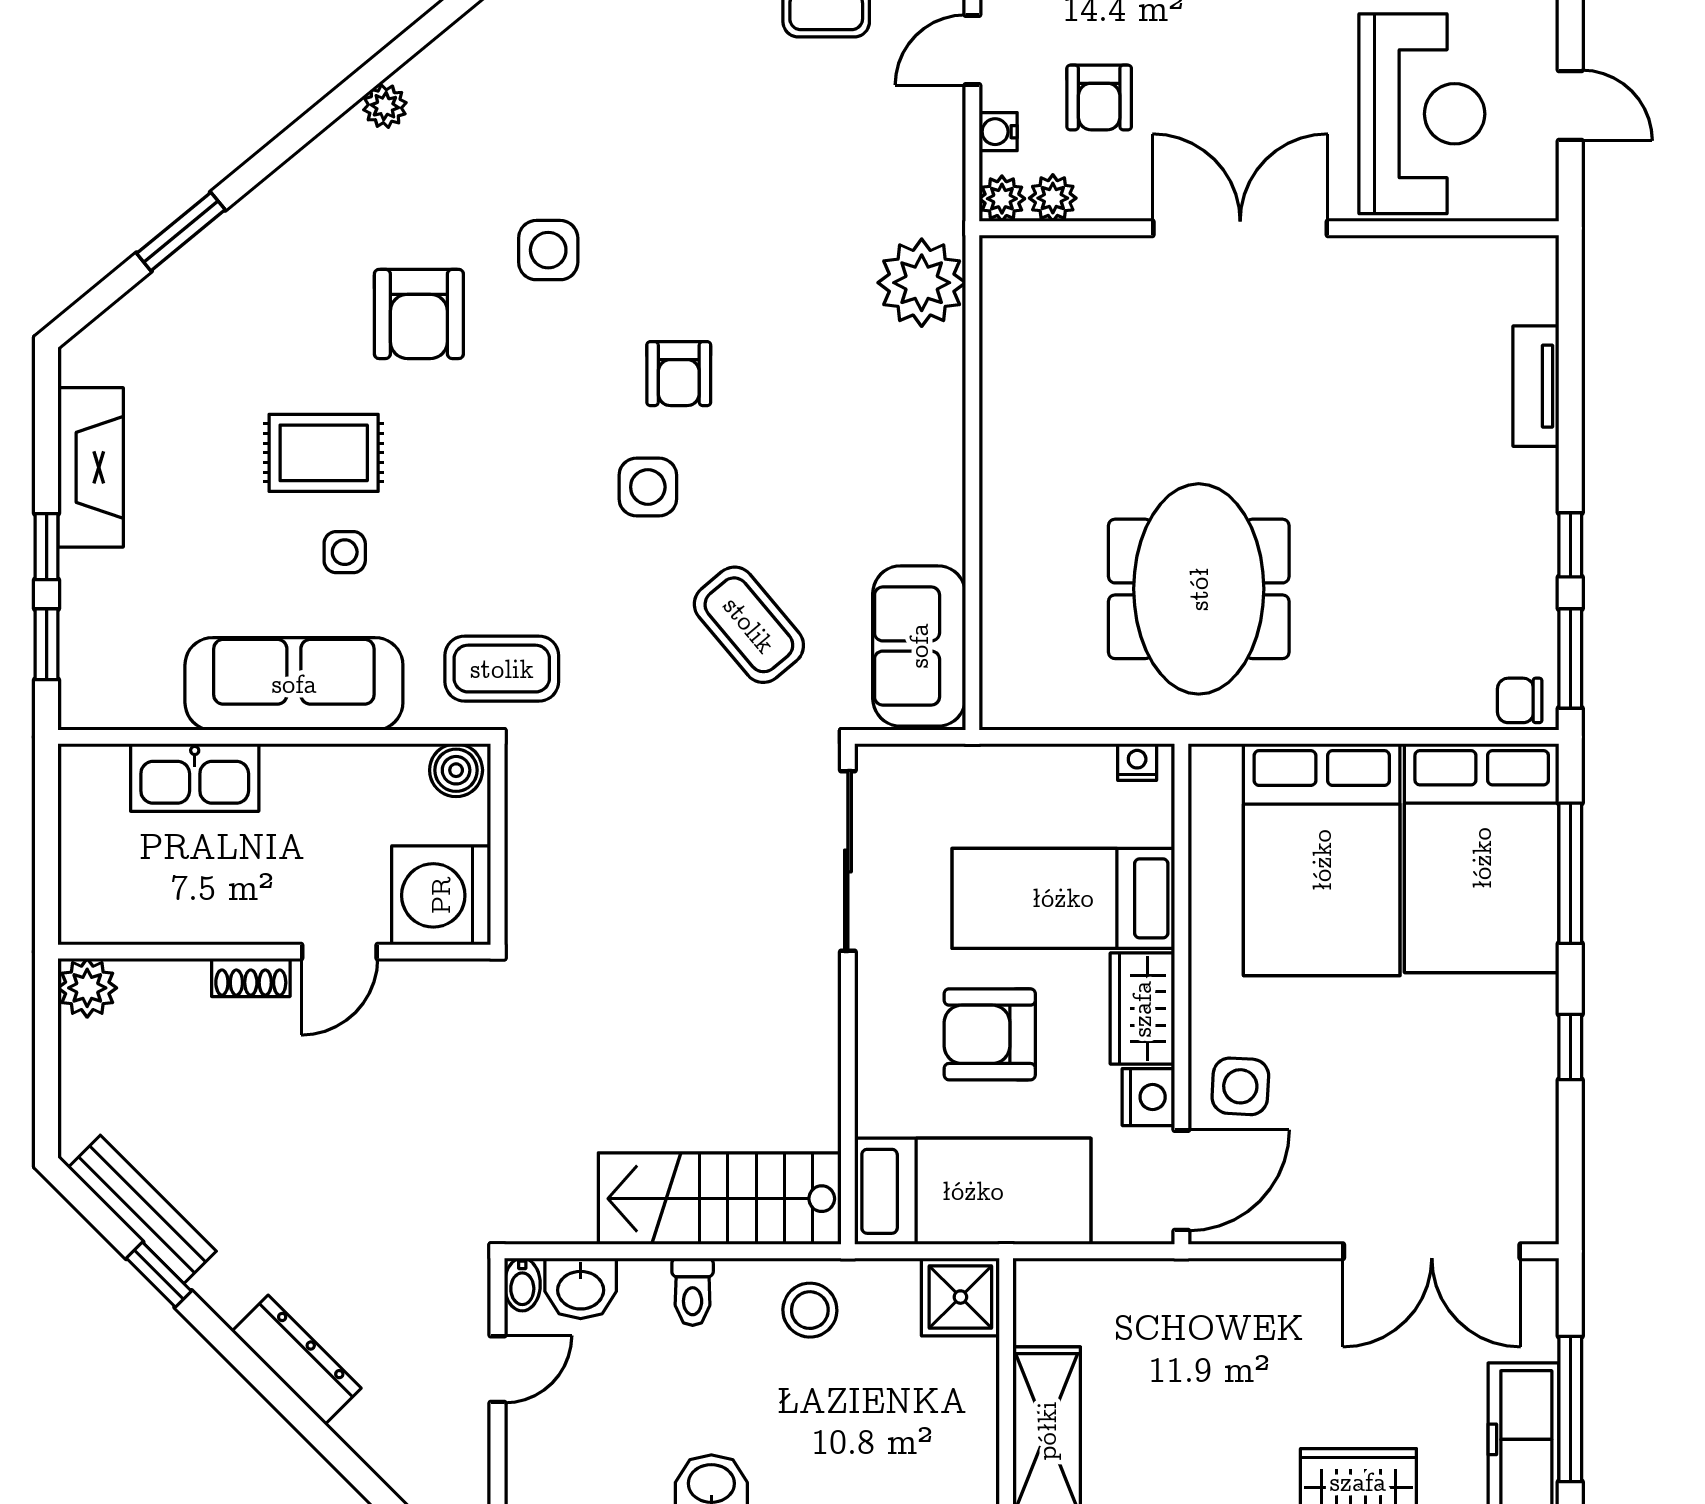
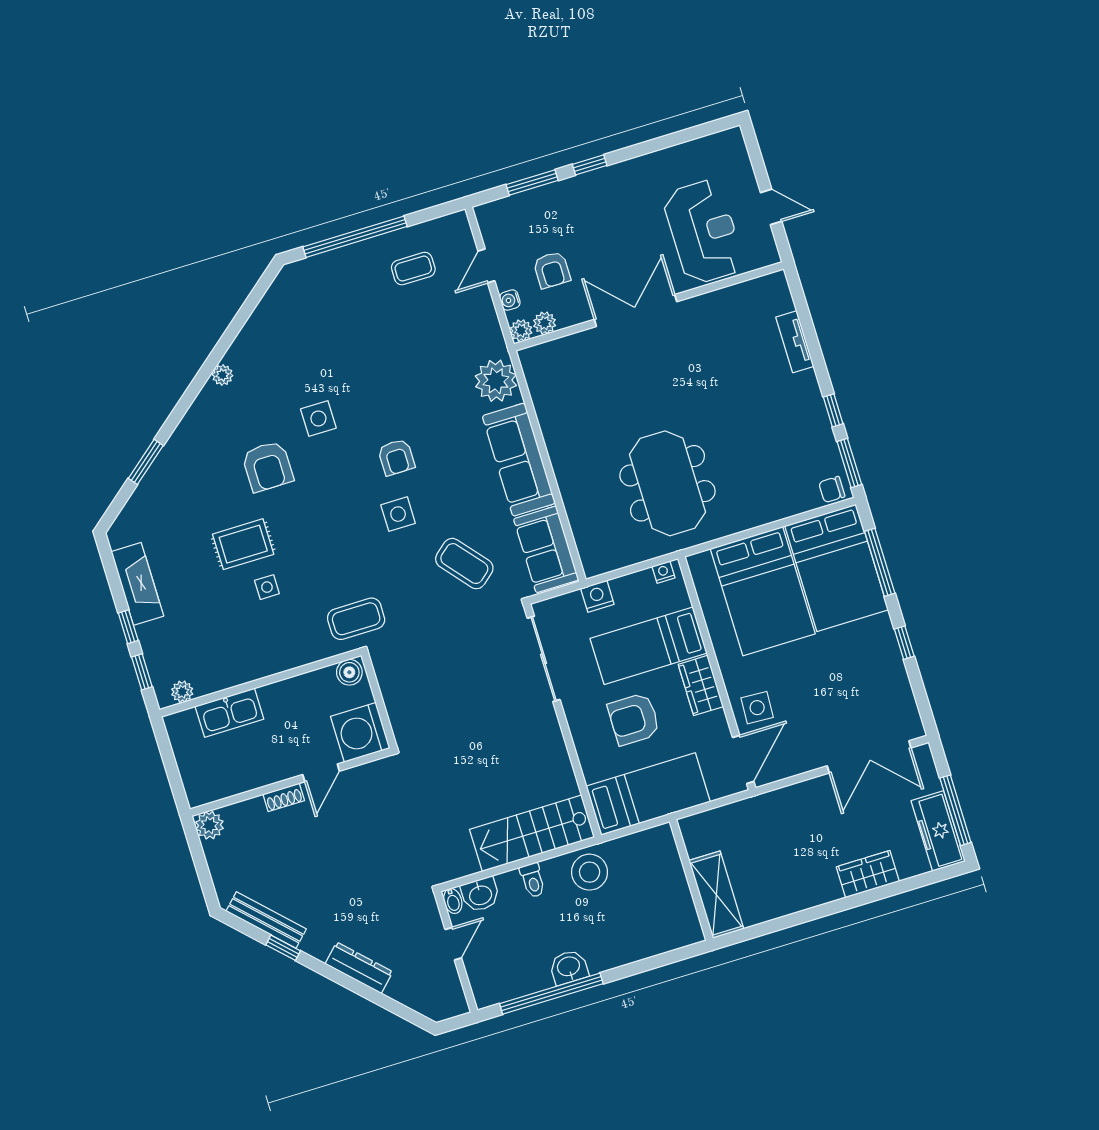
sofa: (294, 684) -> (519, 460), moved, turned -90
plant: (114, 708) -> (182, 692), added
nightstand: (1148, 1097) -> (597, 596), moved, turned -90
shower: (960, 1297) -> (657, 845), removed
stool: (810, 1310) -> (590, 872), width x1.38, depth x1.38

